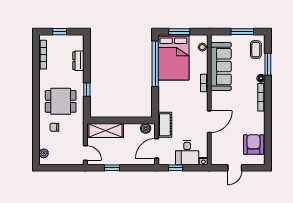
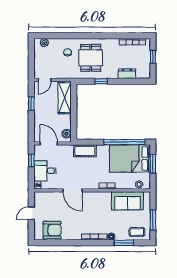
sofa: (221, 67) -> (127, 201), width x0.73
cot: (165, 125) -> (85, 151), moved
door: (235, 168) -> (31, 213), hinge flipped

